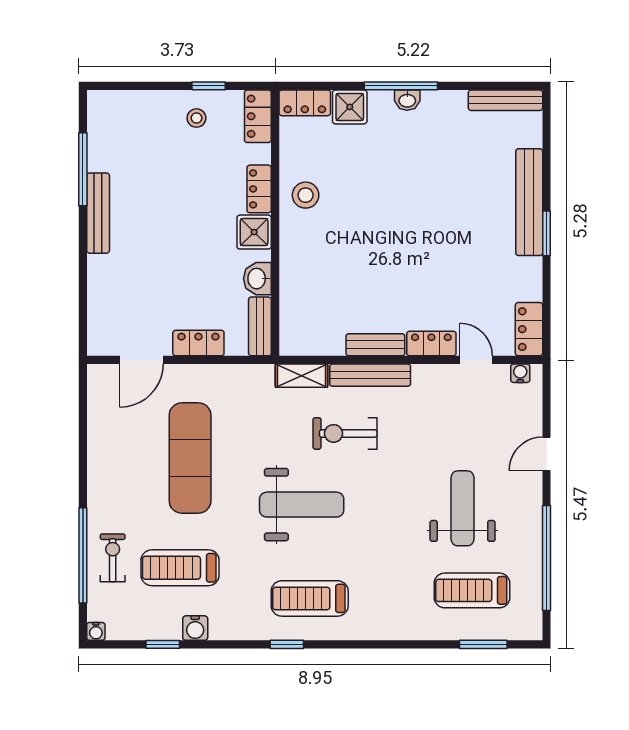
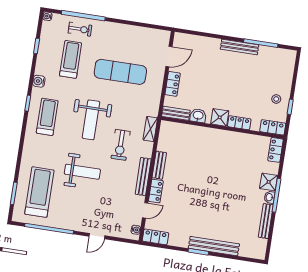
bench: (505, 100) -> (266, 221), moved
shower: (350, 107) -> (269, 182), moved
stool: (306, 195) -> (233, 144), removed
door: (141, 360) -> (169, 56), swing flipped
bench: (370, 375) -> (143, 177), moved
exercise bike: (345, 433) -> (121, 145), turned 180
door: (546, 454) -> (97, 236), swing flipped
weight bench: (463, 508) -> (82, 172), moved
treadmill: (472, 590) -> (39, 192), width x1.37, depth x1.38
water cooler: (195, 628) -> (39, 81), moved

